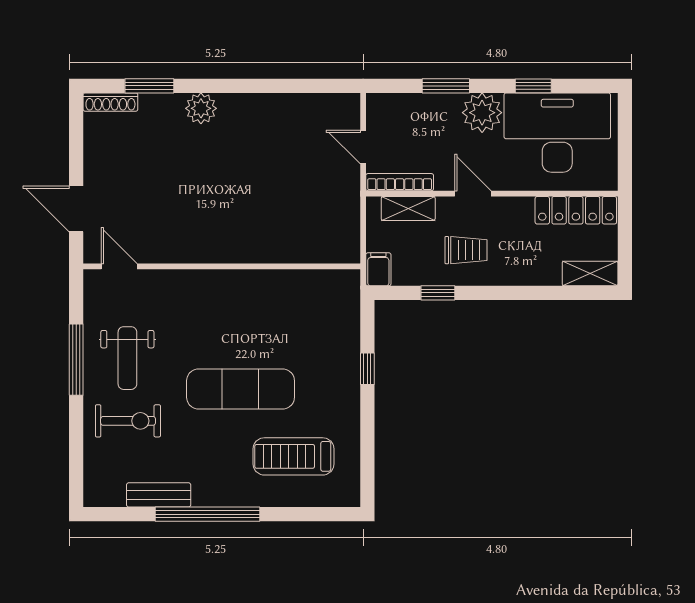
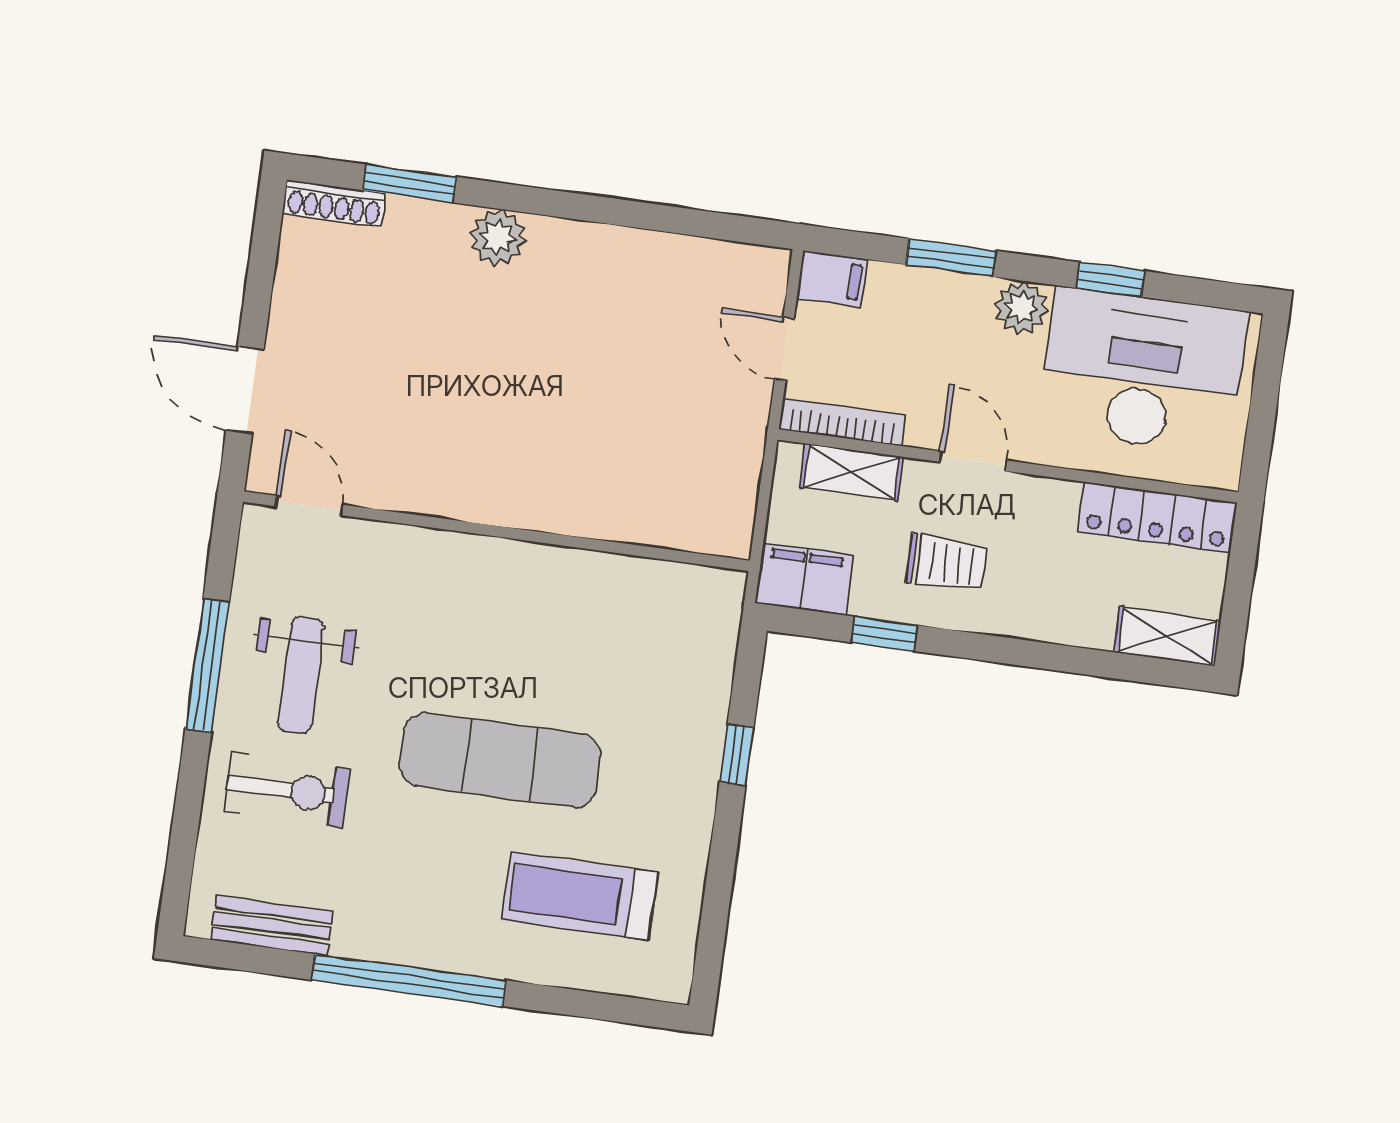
filing cabinet: (383, 106) -> (832, 279), added
plant: (482, 113) -> (1021, 307), width x0.73, depth x0.73
filing cabinet: (378, 269) -> (804, 579), width x2.00
bench: (159, 495) -> (272, 926), moved

